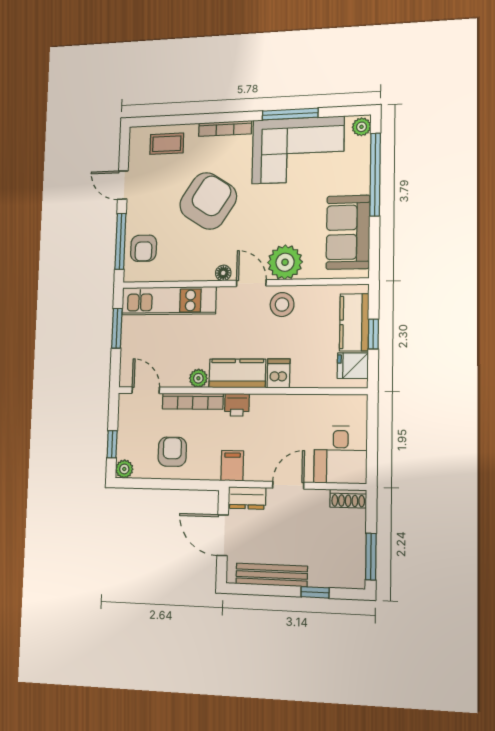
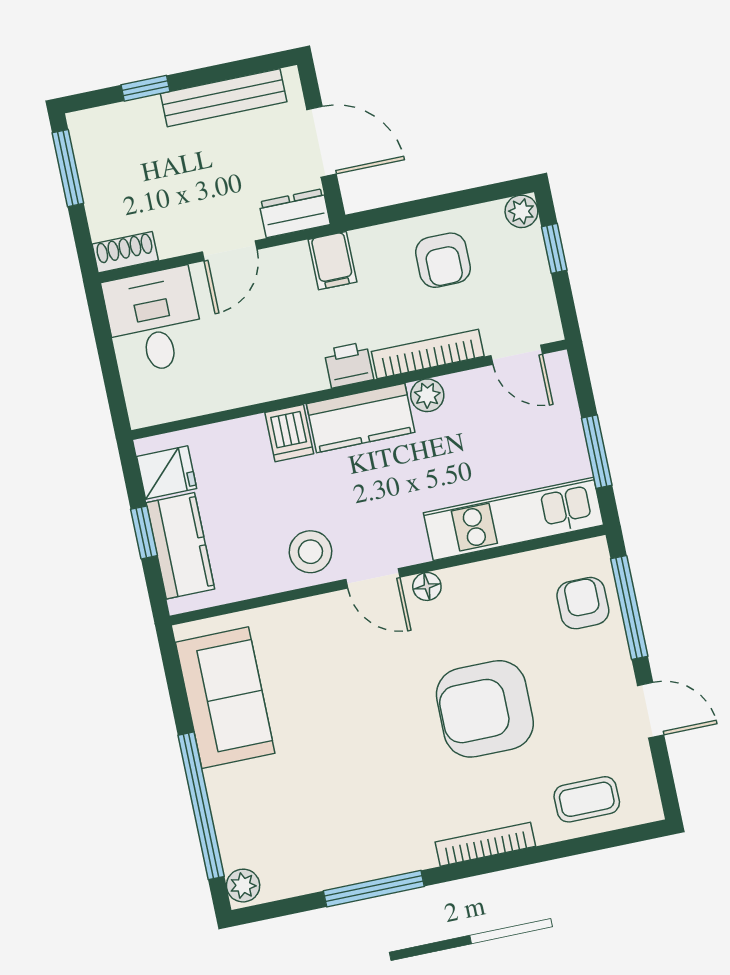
corner sofa: (298, 150) -> (345, 827), removed
armchair: (208, 201) -> (485, 709), turned 57
plant: (285, 262) -> (322, 626), removed

